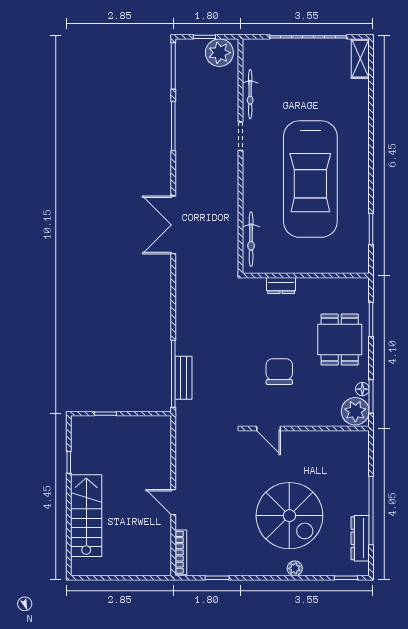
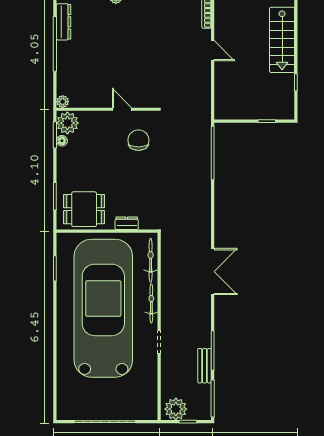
shelving: (360, 59) -> (64, 404), removed
bicycle: (250, 94) -> (151, 303), moved
car: (310, 179) -> (103, 308), width x1.36, depth x1.48
dining table: (340, 340) -> (84, 209), moved, turned 90
chair: (279, 372) -> (138, 140), moved, turned 180
bench: (183, 378) -> (205, 366), moved
door: (268, 429) -> (122, 109), moved
plant: (361, 438) -> (63, 102), added
spiral stairs: (289, 516) -> (120, 40), removed

